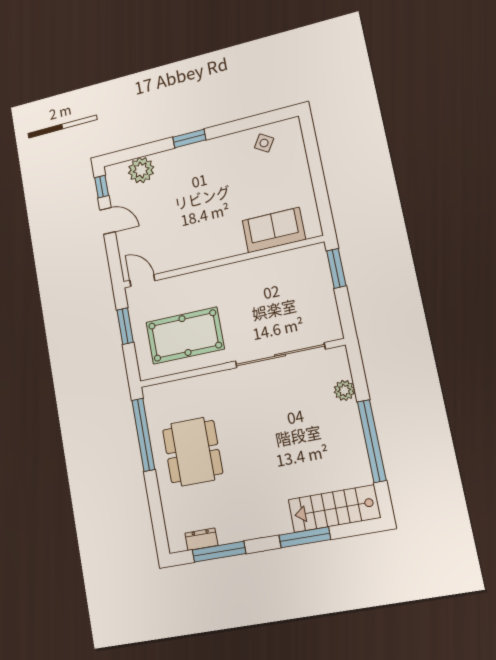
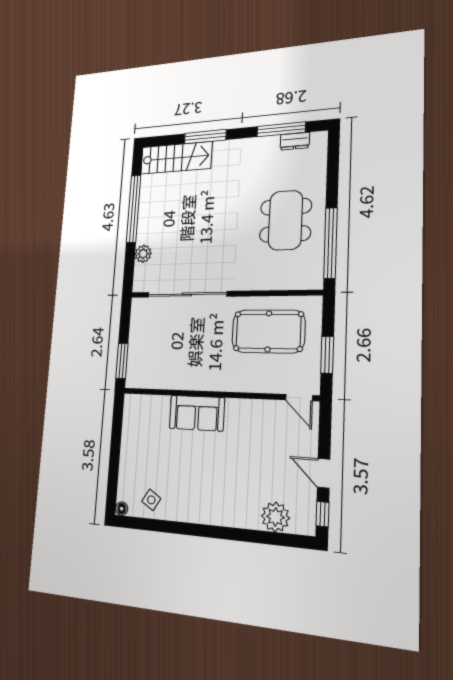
floor lamp: (294, 124) -> (122, 509), added
window: (189, 138) -> (219, 532), removed
sofa: (274, 230) -> (197, 413), moved

